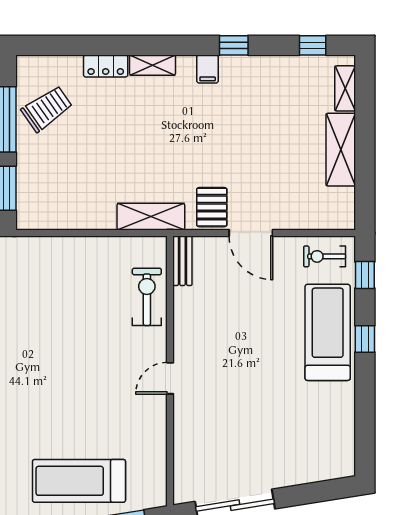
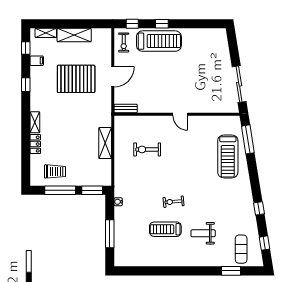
filing cabinet: (208, 69) -> (37, 61), moved
trolley: (47, 109) -> (55, 171), turned 125
pallet: (212, 207) -> (76, 79), moved, width x2.05, depth x2.00
shelving: (151, 217) -> (105, 143), moved
exercise bike: (147, 297) -> (147, 149), moved
treadmill: (328, 332) -> (159, 41), turned 180

